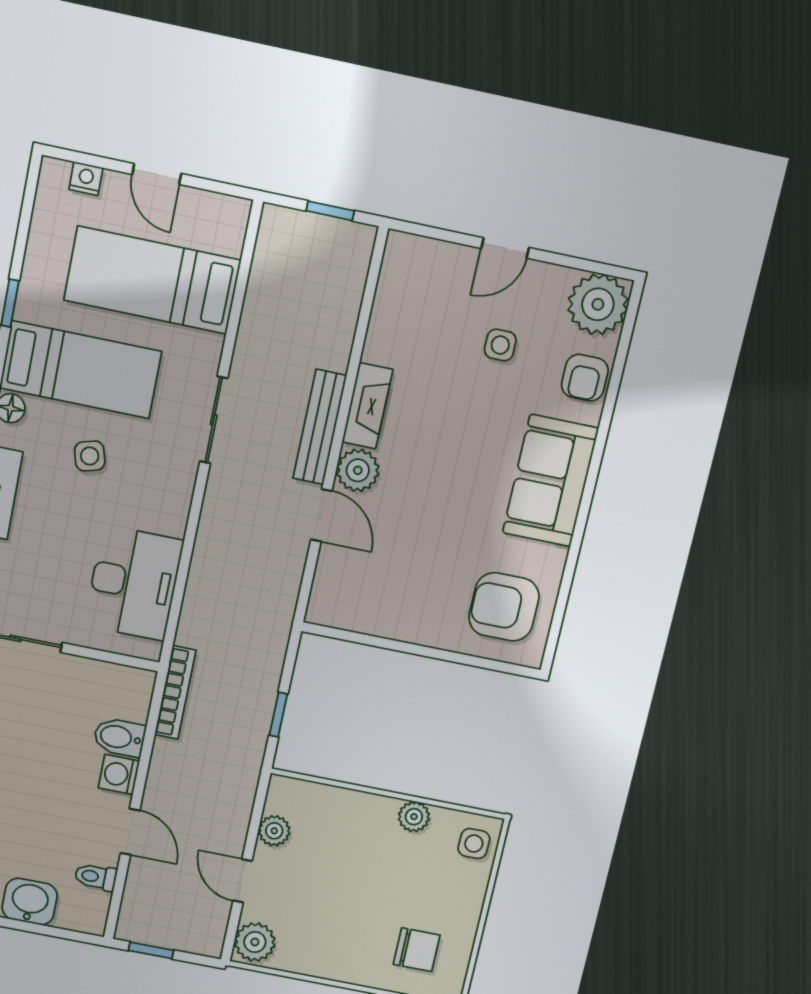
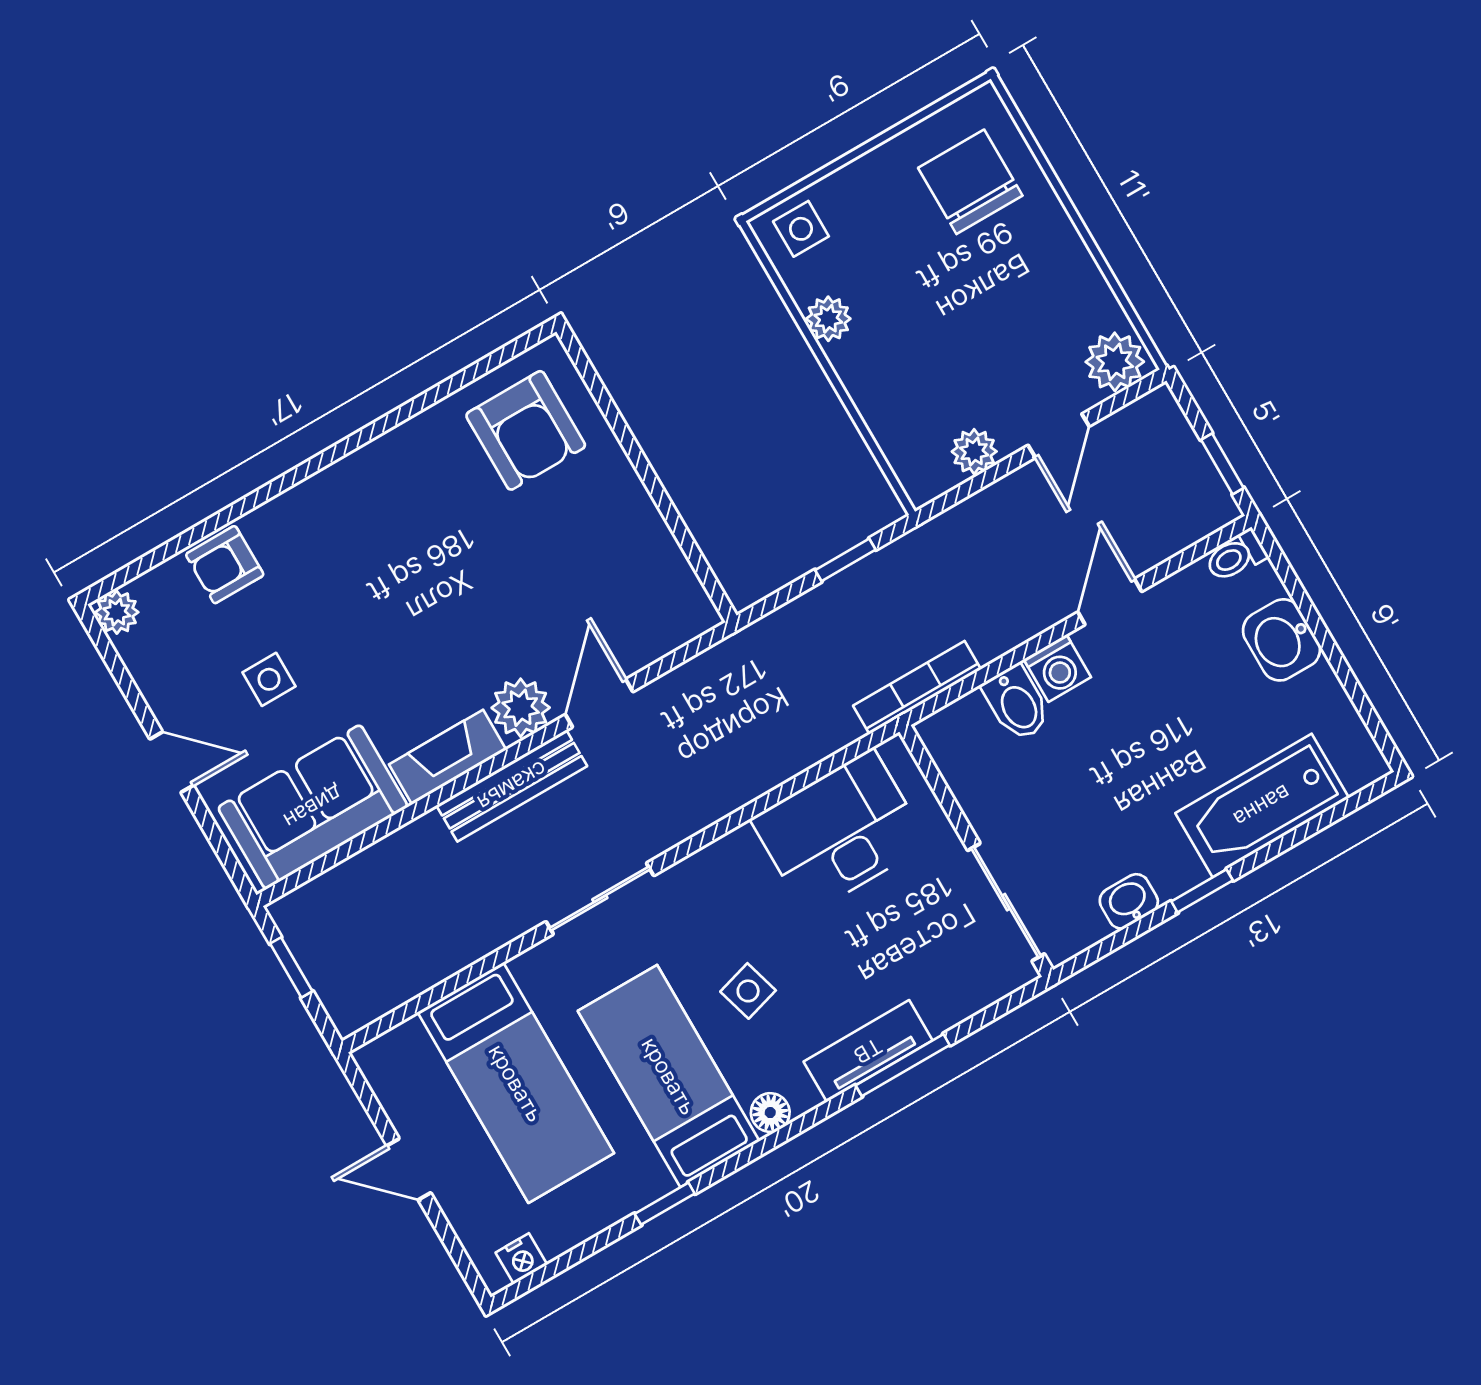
door: (157, 174) -> (409, 1169), swing flipped
nightstand: (86, 179) -> (521, 1259), moved, turned -90
plant: (598, 304) -> (117, 612), width x0.53, depth x0.53
armchair: (585, 378) -> (225, 565), turned 180
sofa: (550, 481) -> (313, 807), moved, turned 180
toilet: (96, 877) -> (1236, 556), moved, turned 90
chair: (417, 950) -> (970, 182), width x1.37, depth x1.37

